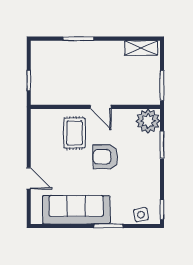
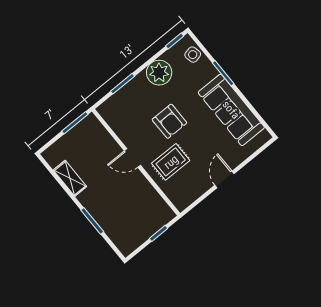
shelving: (141, 48) -> (70, 178), moved
door: (101, 107) -> (132, 158), swing flipped
plant: (148, 121) -> (159, 73), moved
door: (29, 178) -> (224, 179), moved

